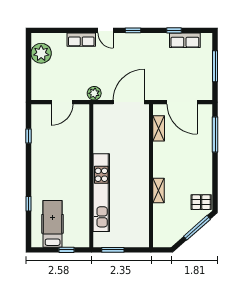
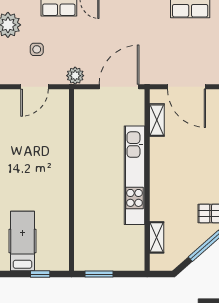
side table: (64, 73) -> (37, 49), added
shelving: (158, 190) -> (157, 237), moved
kitchen unit: (101, 193) -> (134, 175), moved, turned 180

